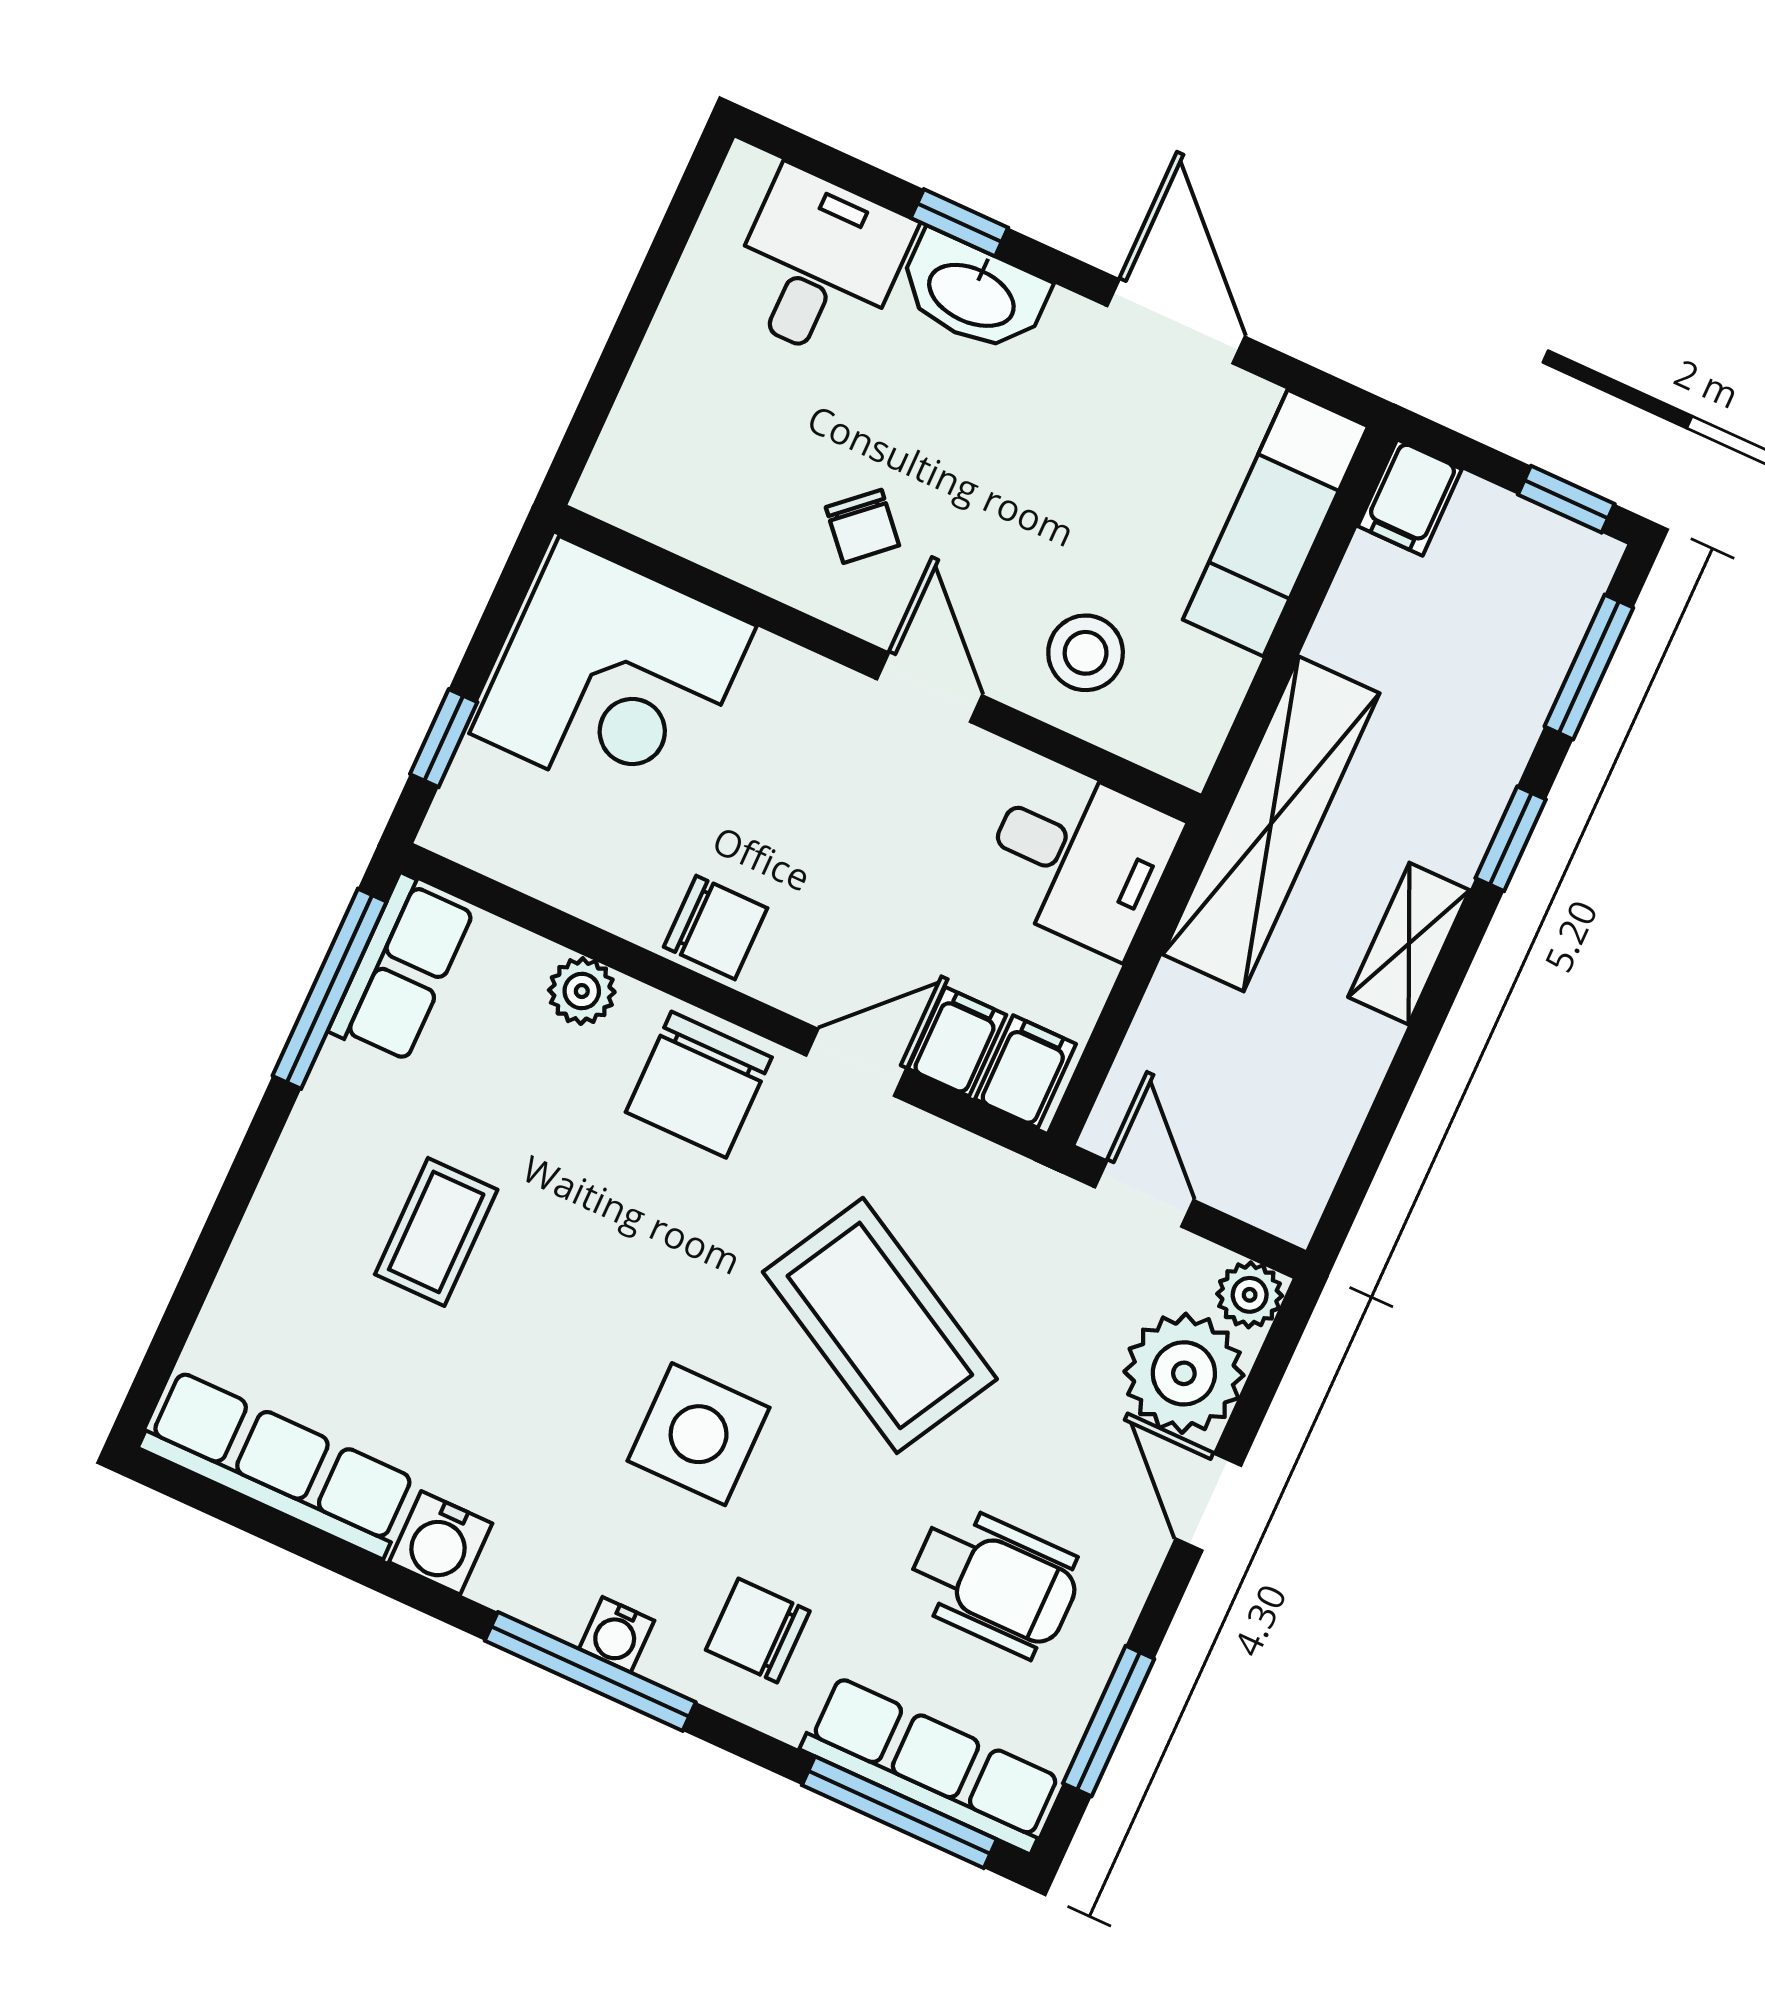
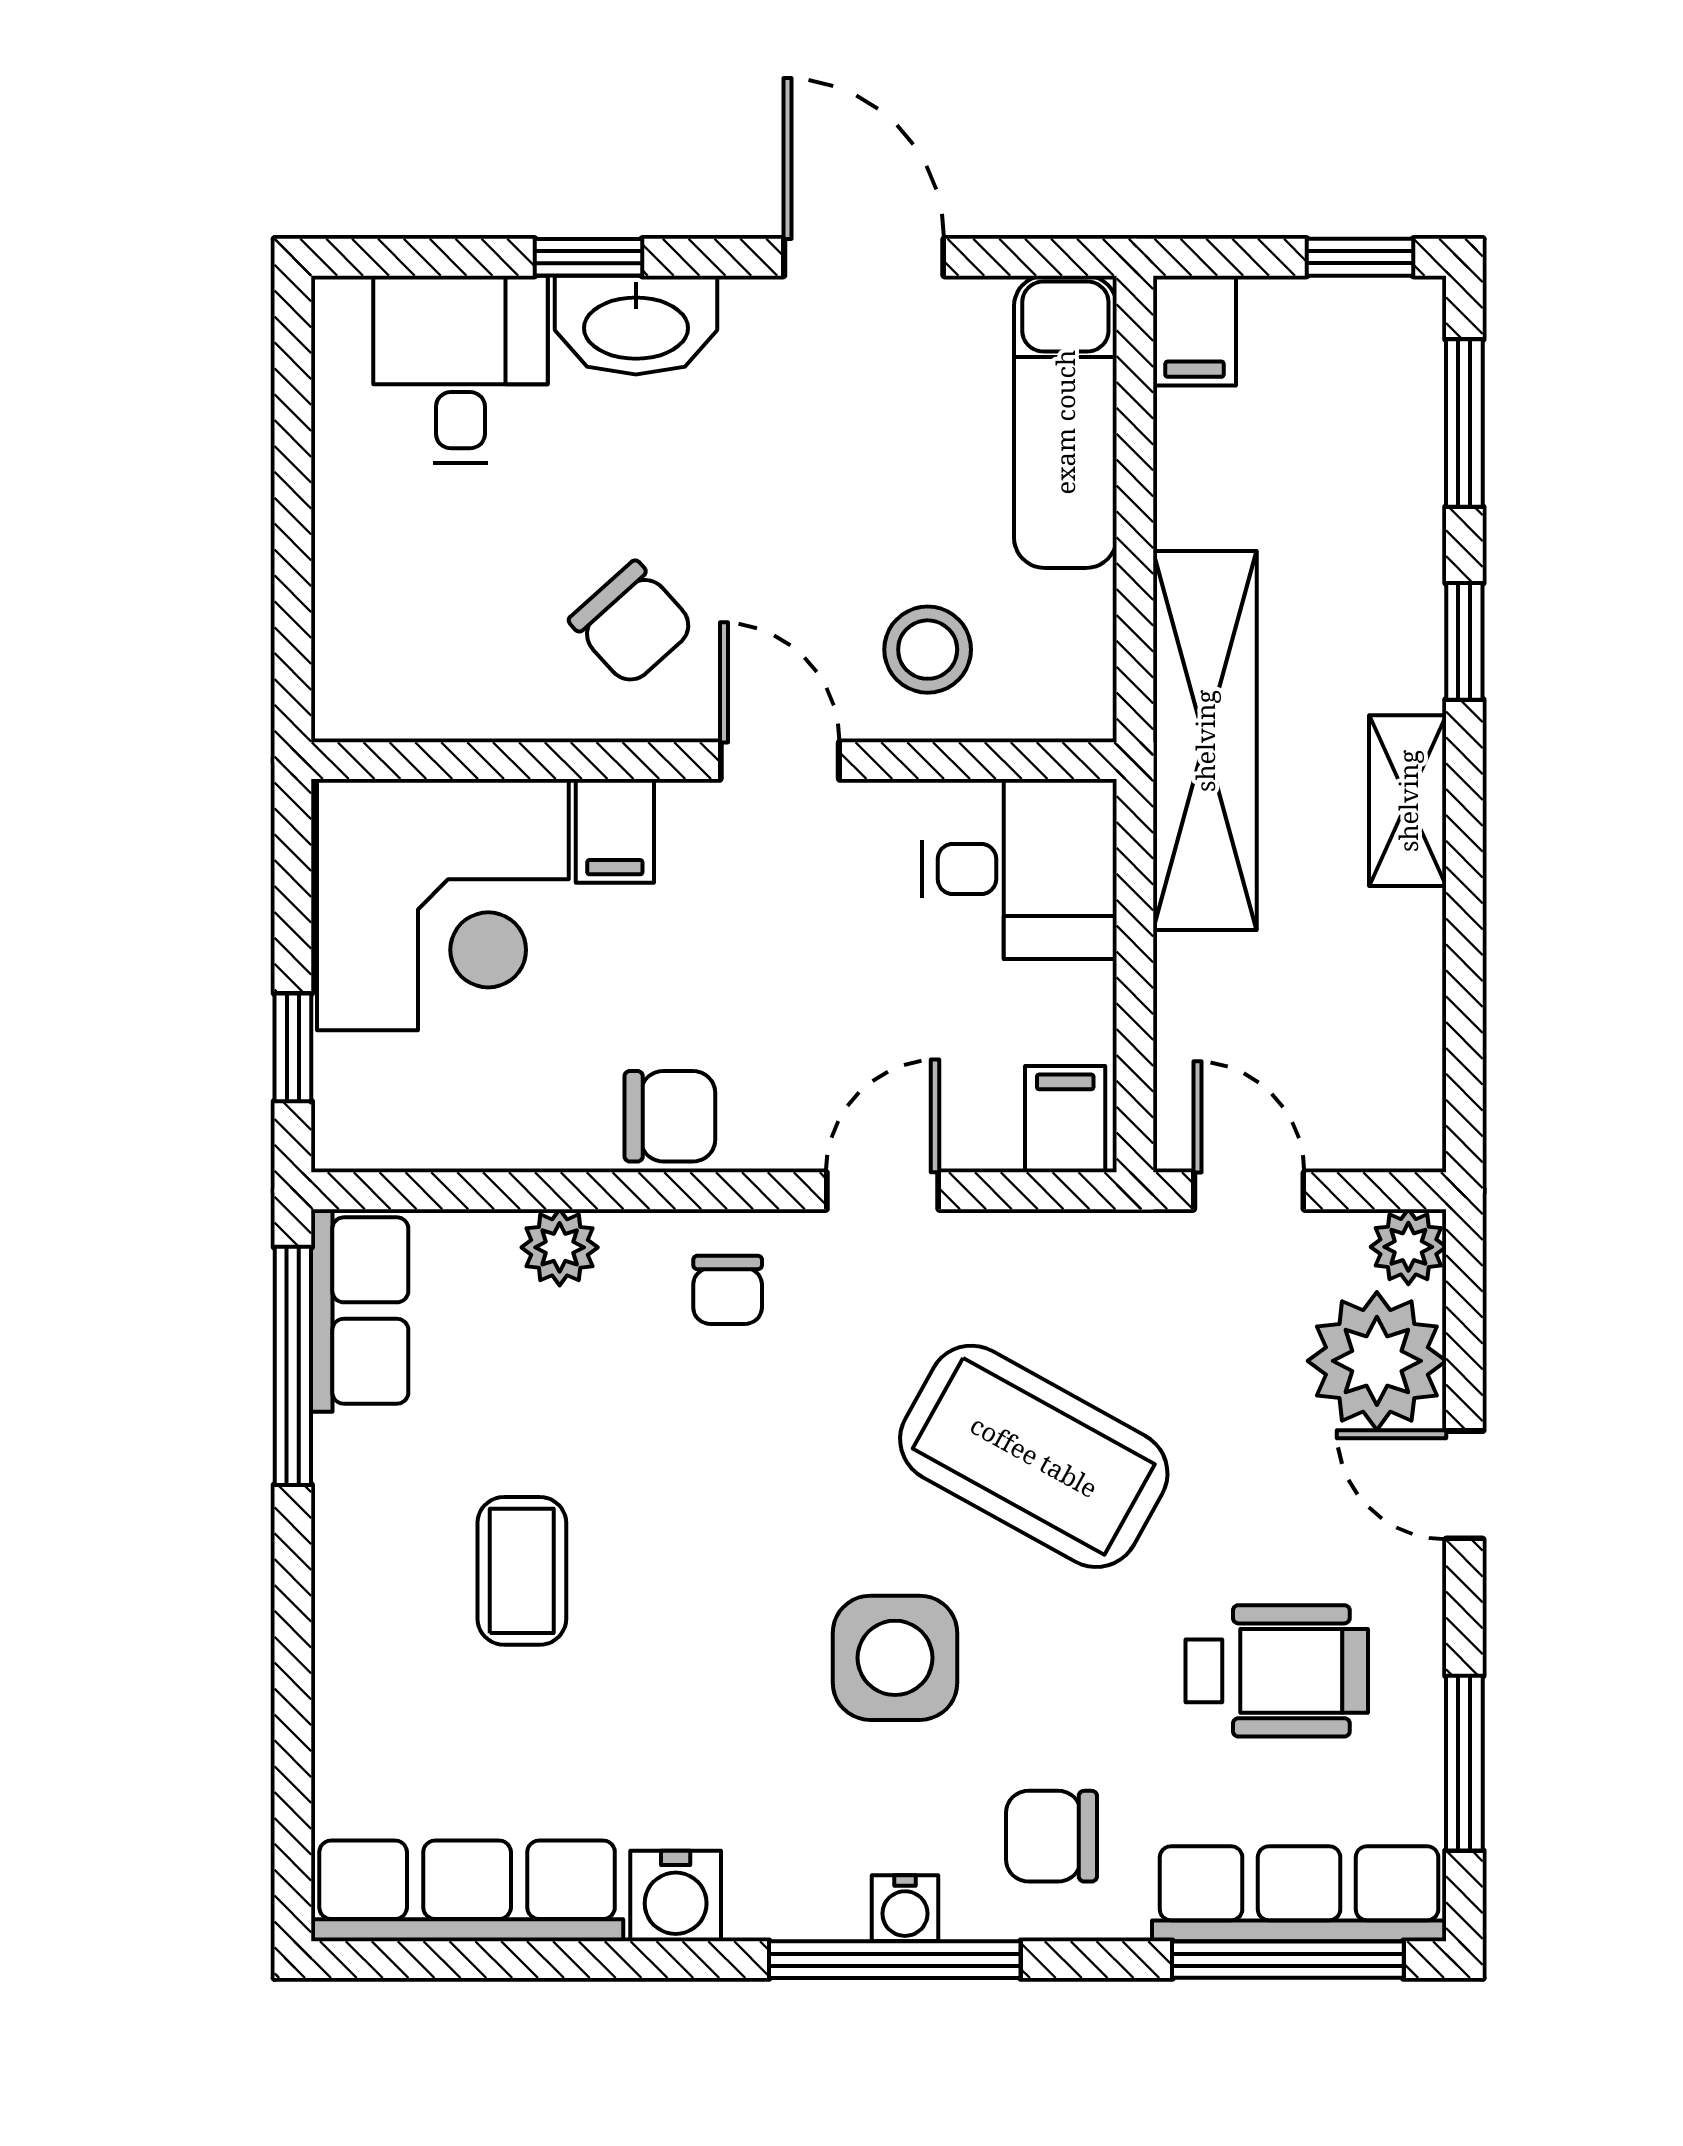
chair: (862, 526) -> (632, 623), width x1.37, depth x1.37
filing cabinet: (957, 1042) -> (615, 831), moved, turned 180
chair: (699, 1085) -> (728, 1290), width x0.54, depth x0.54

